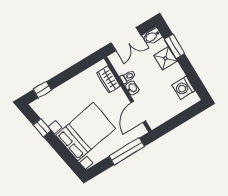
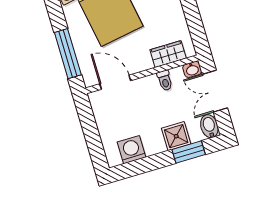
washbasin: (132, 88) -> (192, 69), moved

